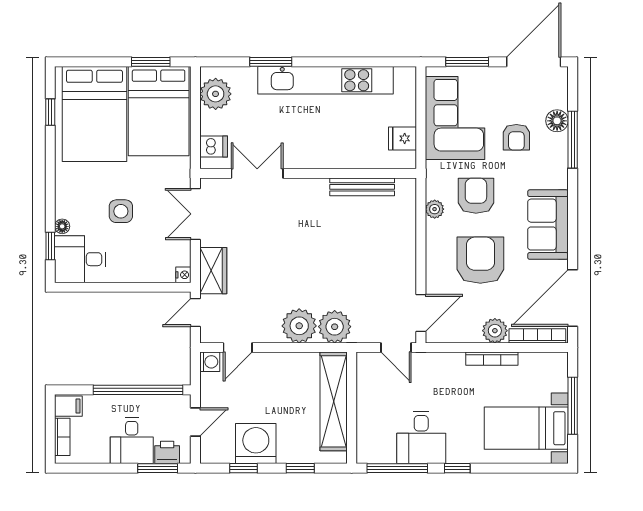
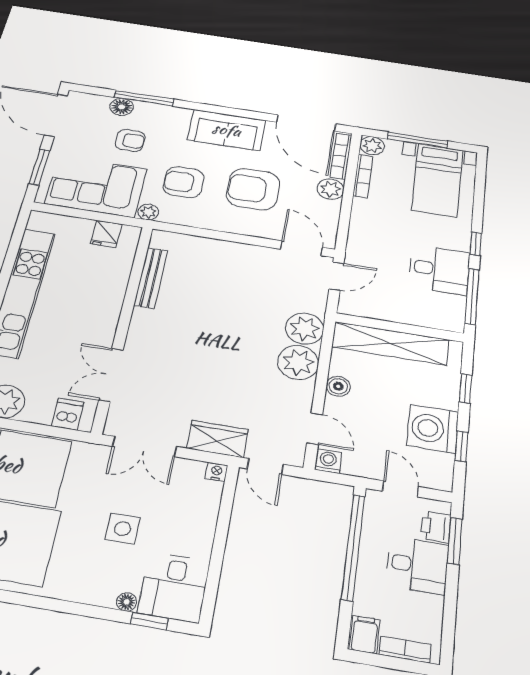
plant: (435, 209) -> (148, 212), moved
bookcase: (492, 359) -> (363, 176), moved
boiler: (282, 362) -> (338, 386), added
plant: (557, 364) -> (372, 146), added

